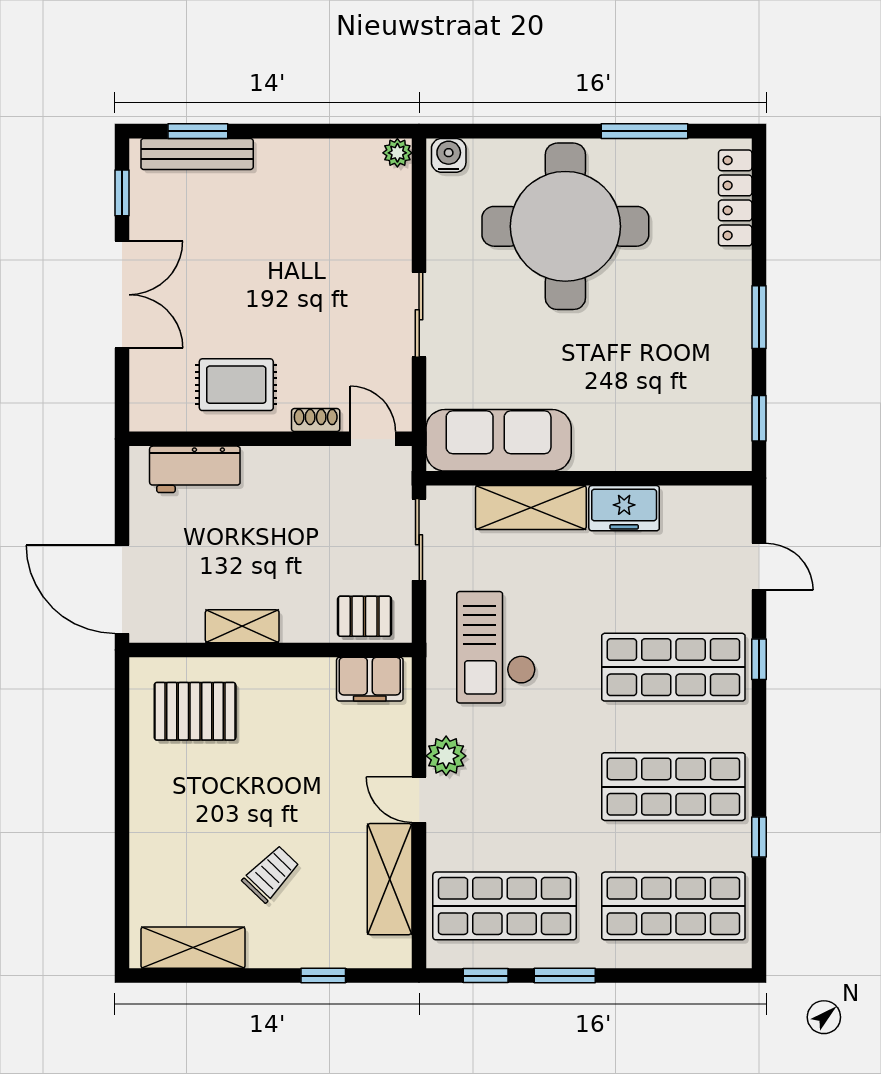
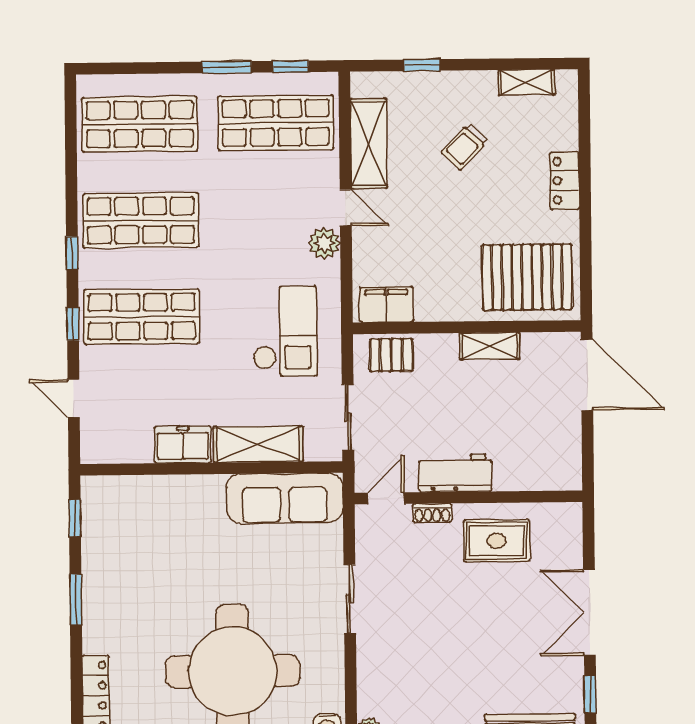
door: (373, 439) -> (386, 498), swing flipped
workbench: (195, 469) -> (455, 473), moved
pallet: (195, 711) -> (527, 277), width x1.37, depth x1.41
locker: (147, 830) -> (565, 181), added
window: (759, 837) -> (72, 253), moved
shelving: (193, 948) -> (527, 82), width x0.67, depth x0.75

